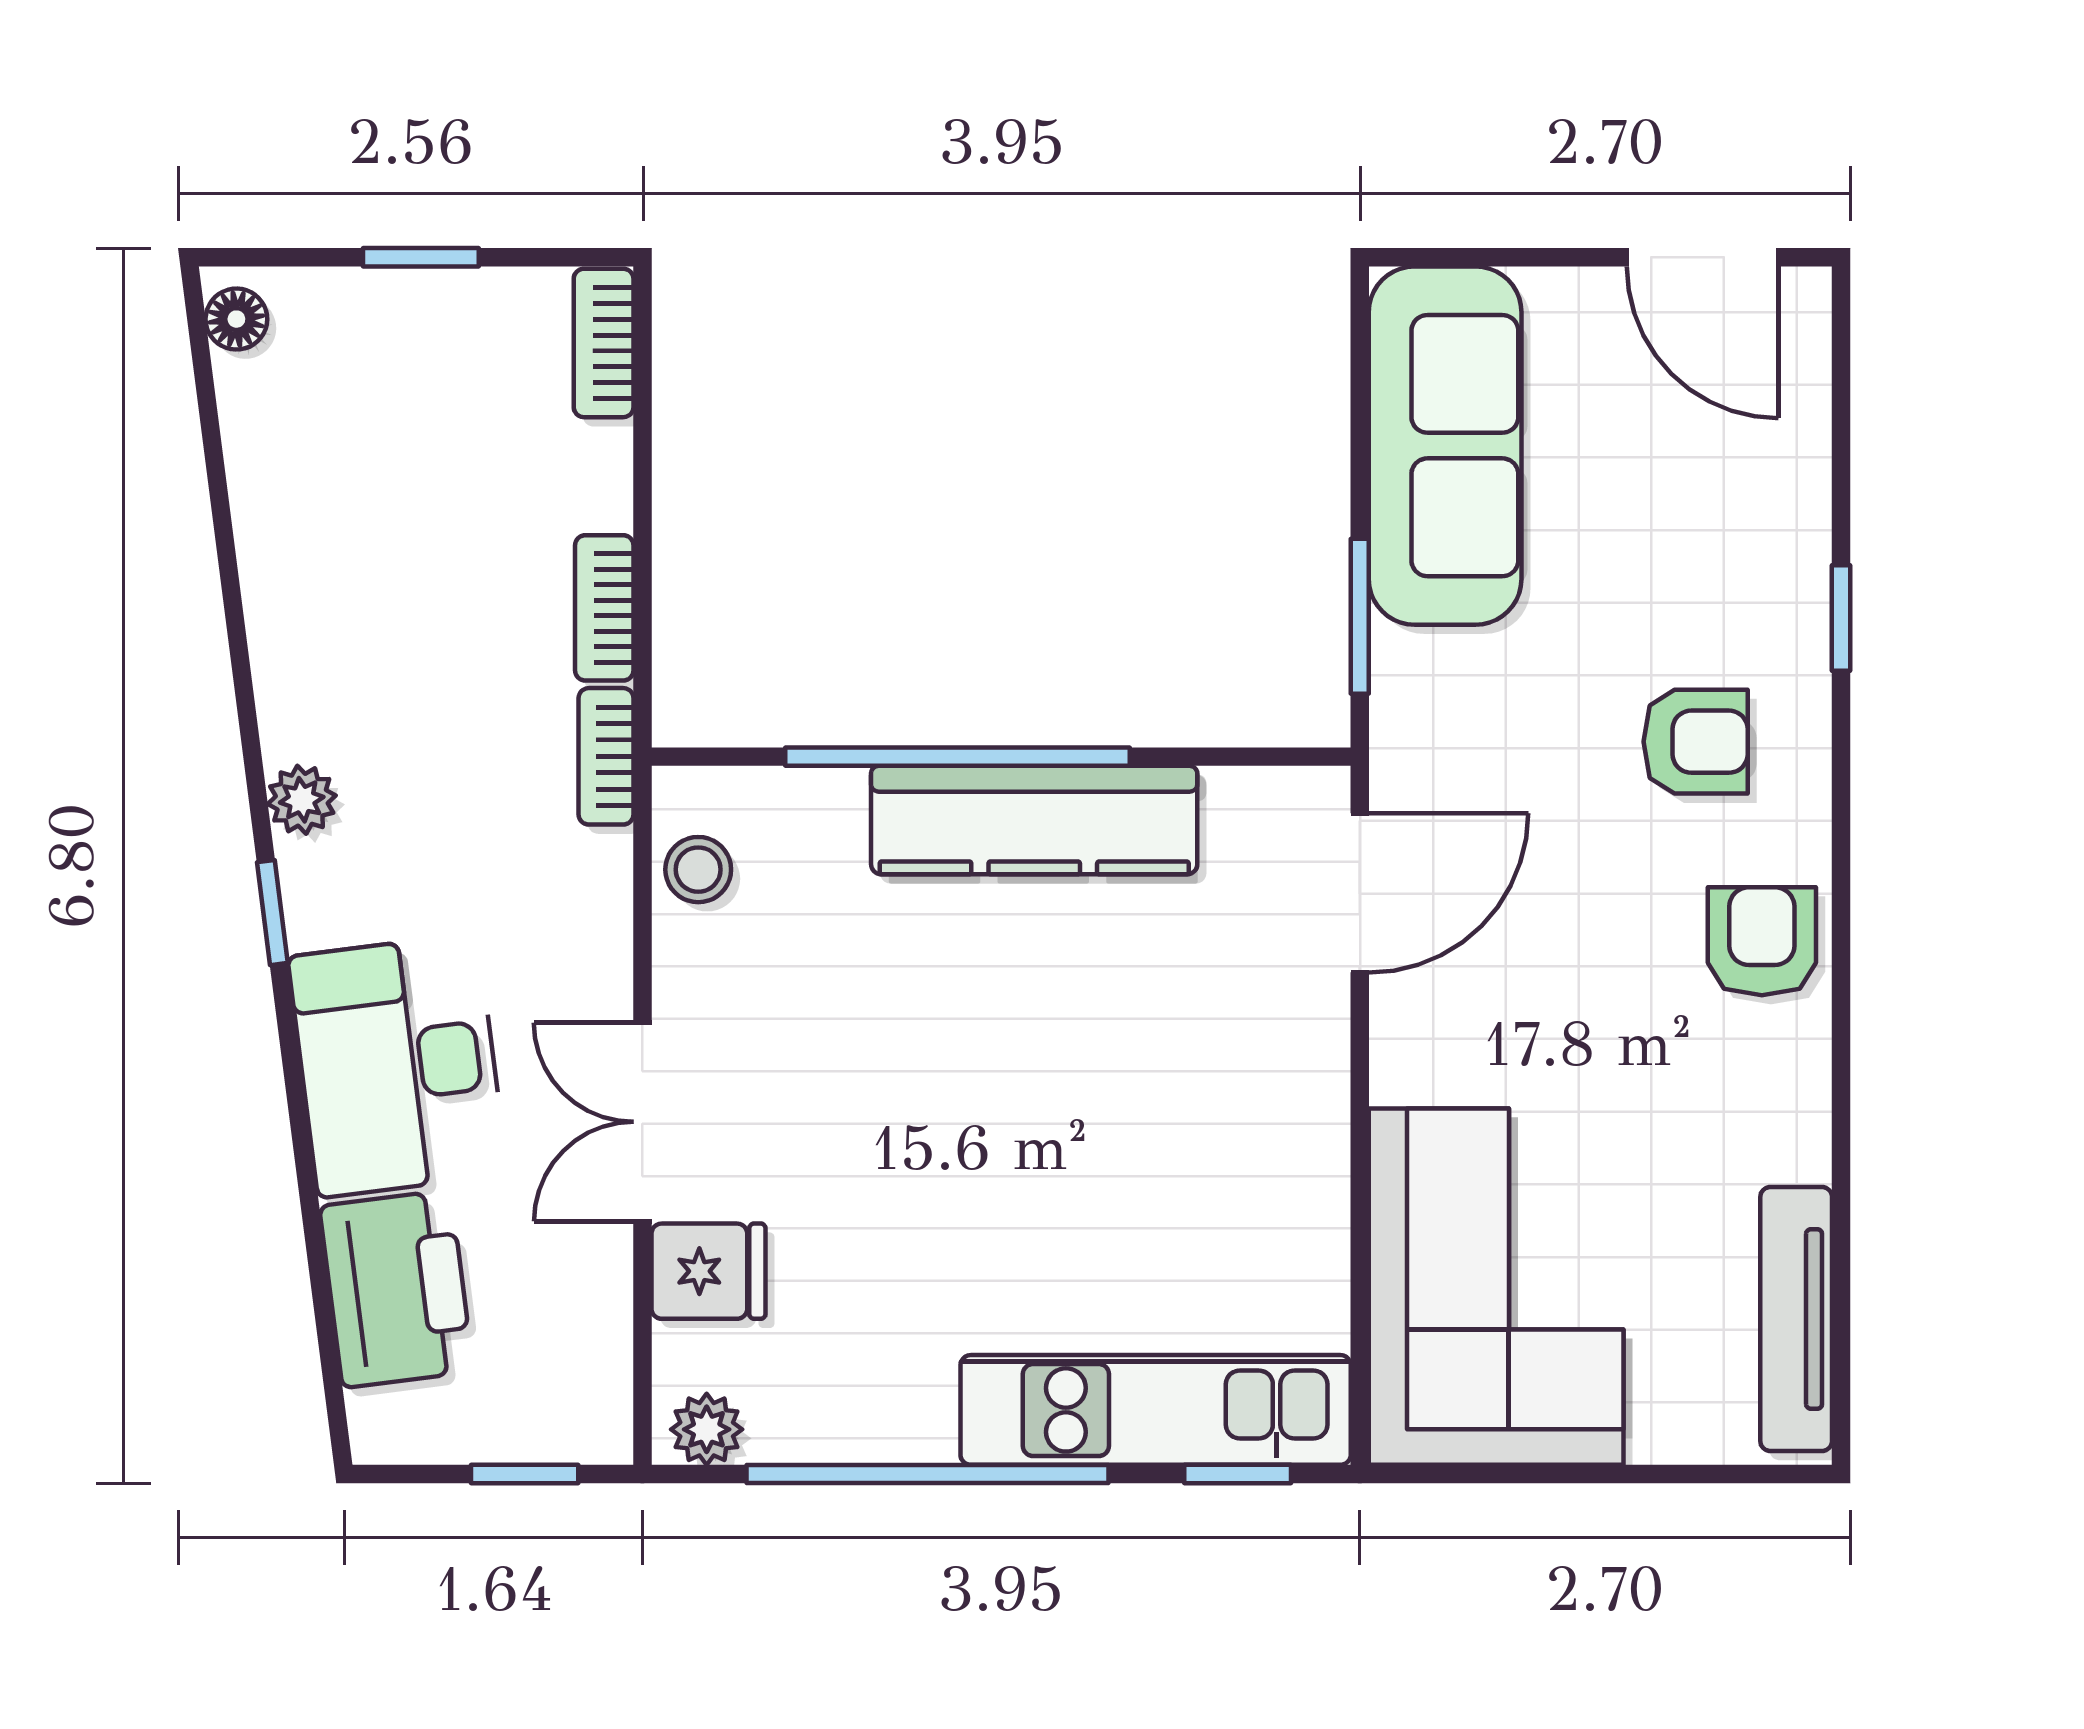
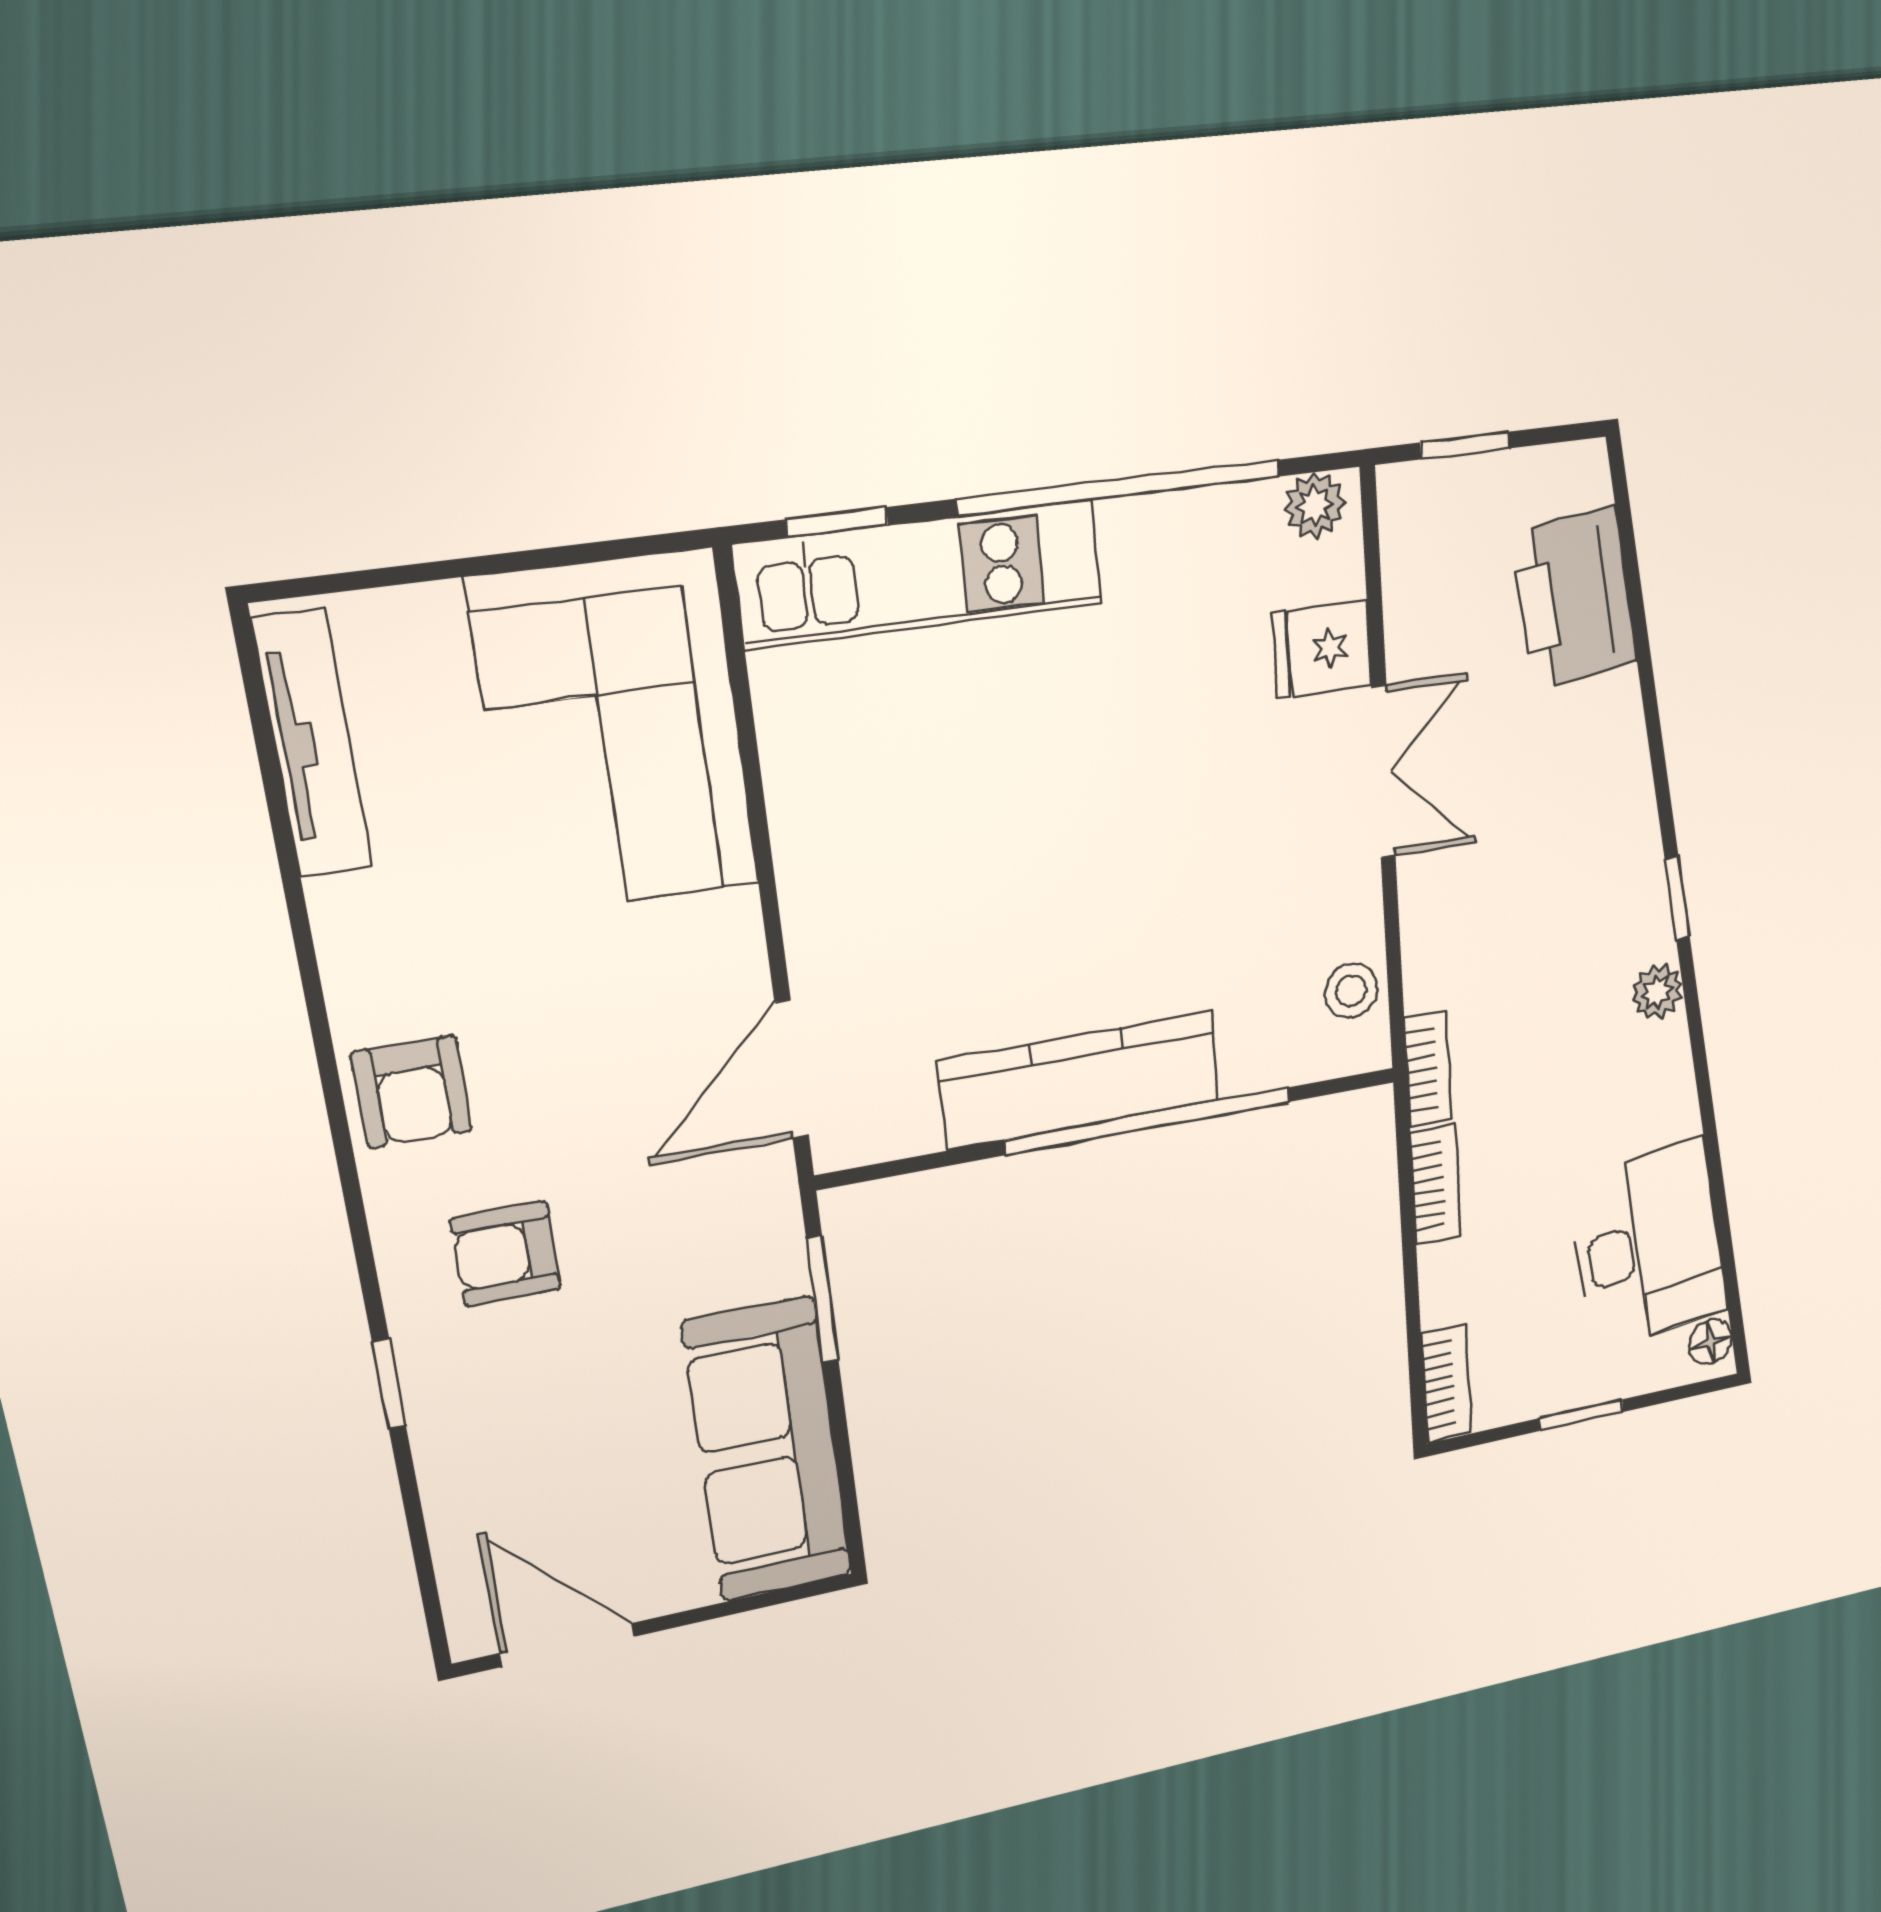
desk: (398, 1066) -> (1648, 1246), moved

